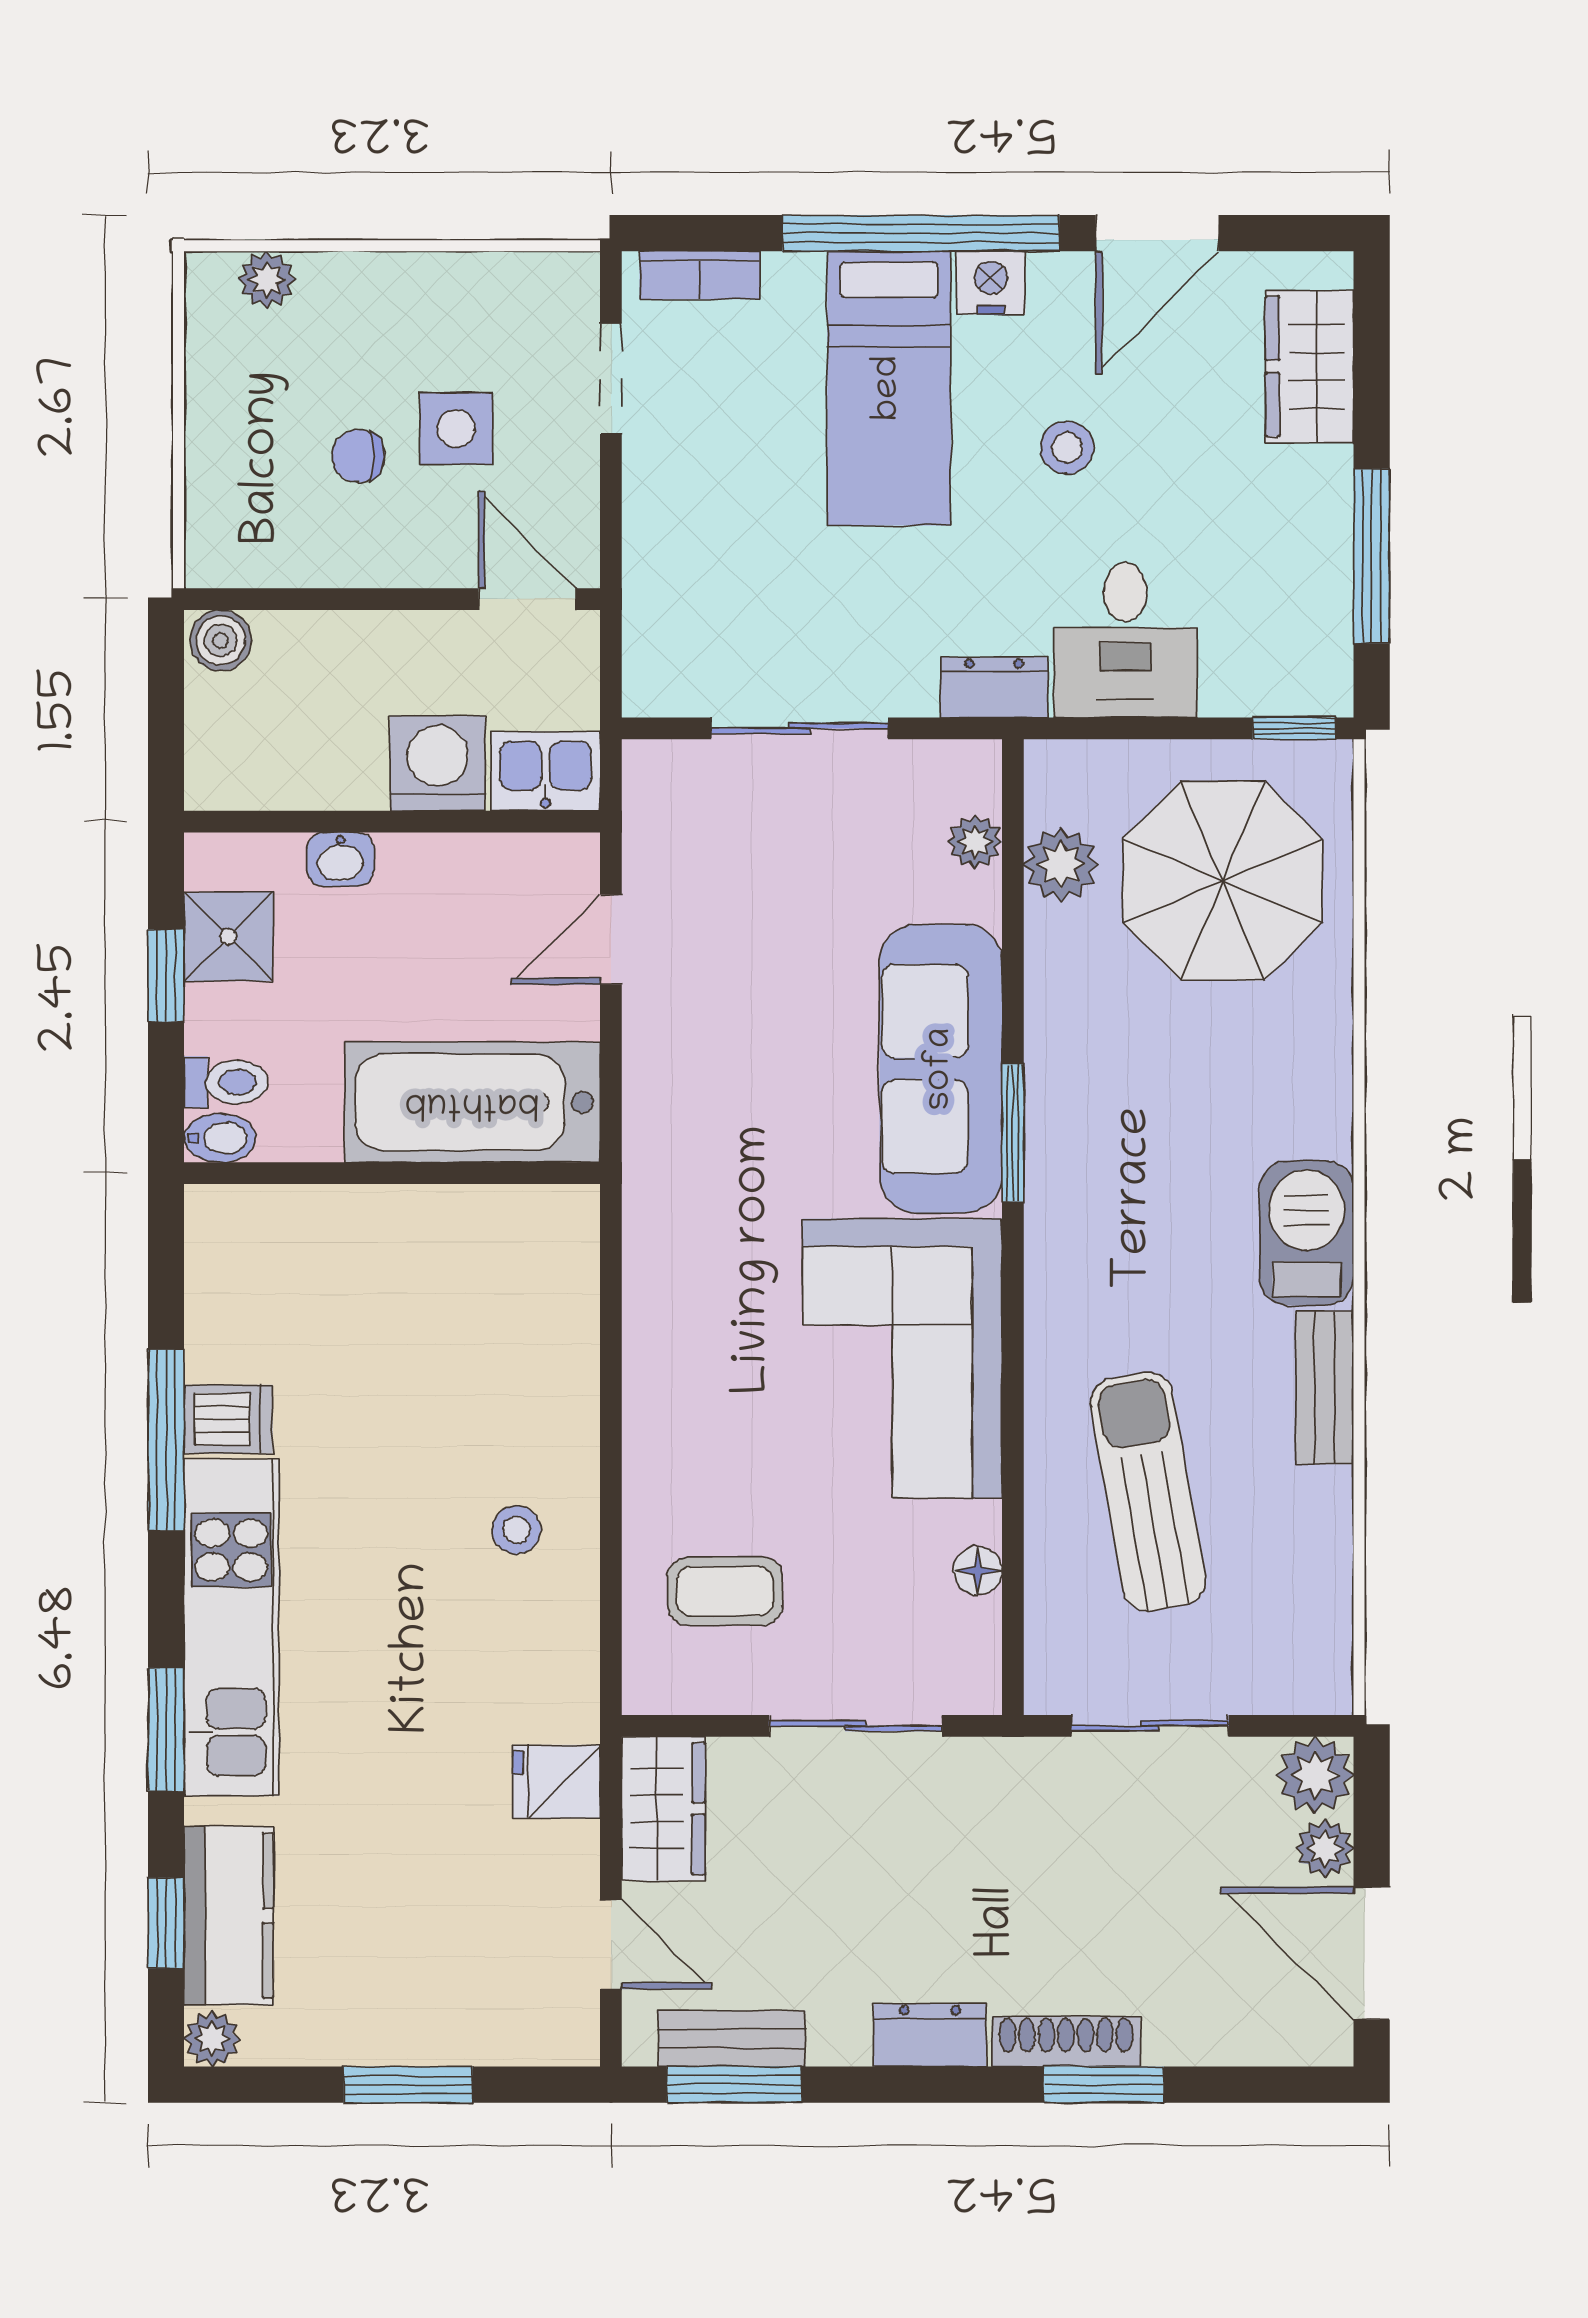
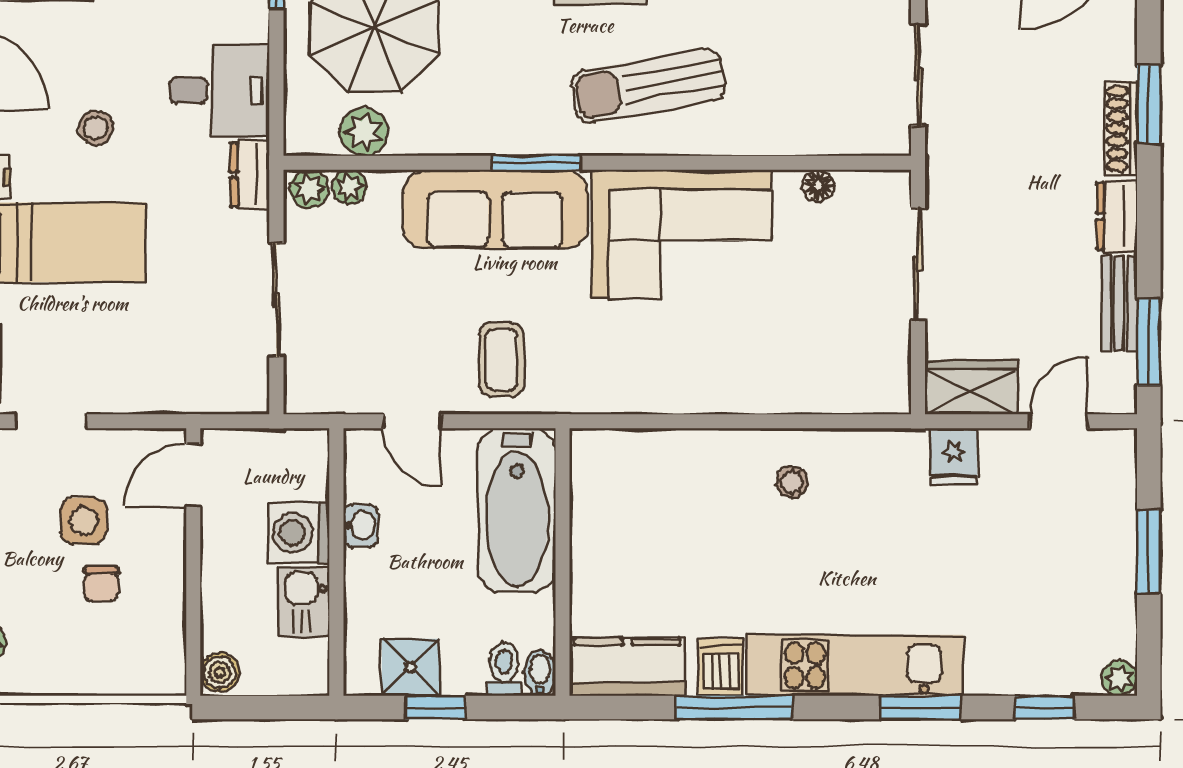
kitchen sink: (546, 771) -> (304, 602), moved
plant: (972, 779) -> (309, 189), added
washbasin: (340, 859) -> (361, 526), moved
sun lounger: (1148, 1492) -> (648, 86), moved
coffee table: (725, 1591) -> (501, 360), moved
kitchen counter: (229, 1916) -> (627, 667), moved
bench: (732, 2039) -> (1119, 303), moved

